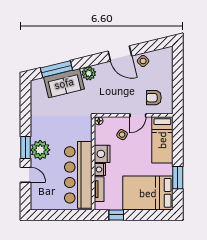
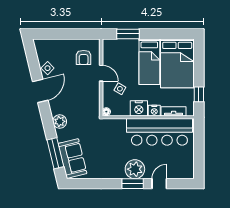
sofa: (64, 83) -> (72, 159), moved
bed: (162, 140) -> (149, 62), moved, turned 90
window: (178, 178) -> (128, 34), moved

